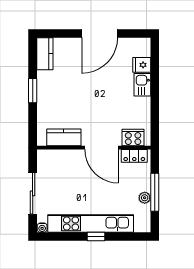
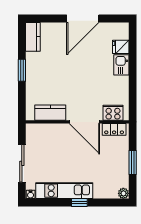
window: (155, 192) -> (133, 162), width x0.69
plant: (145, 198) -> (123, 193), moved
kitchen unit: (91, 223) -> (64, 191), width x0.73

